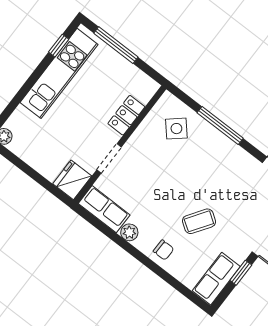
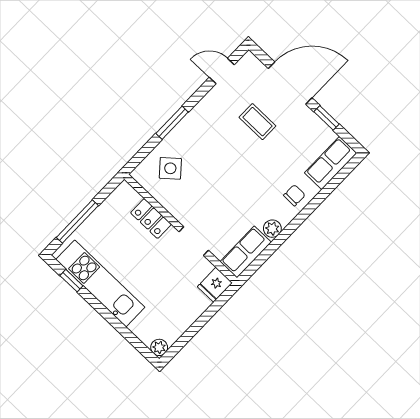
window: (220, 125) -> (172, 123), width x0.69
fridge: (72, 180) -> (215, 285), width x0.72
coffee table: (199, 221) -> (257, 122), moved, turned -34
row of seats: (216, 279) -> (331, 163), moved, turned 90

